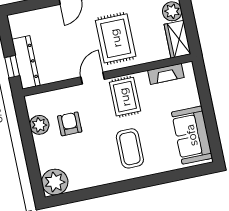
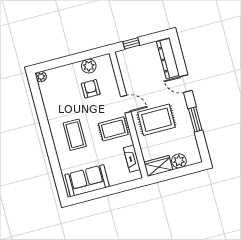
dresser: (26, 62) -> (168, 58), moved, turned 90
armchair: (70, 124) -> (91, 89), turned -90
coffee table: (130, 148) -> (75, 135), turned 90
plant: (55, 182) -> (41, 77), width x0.53, depth x0.53

